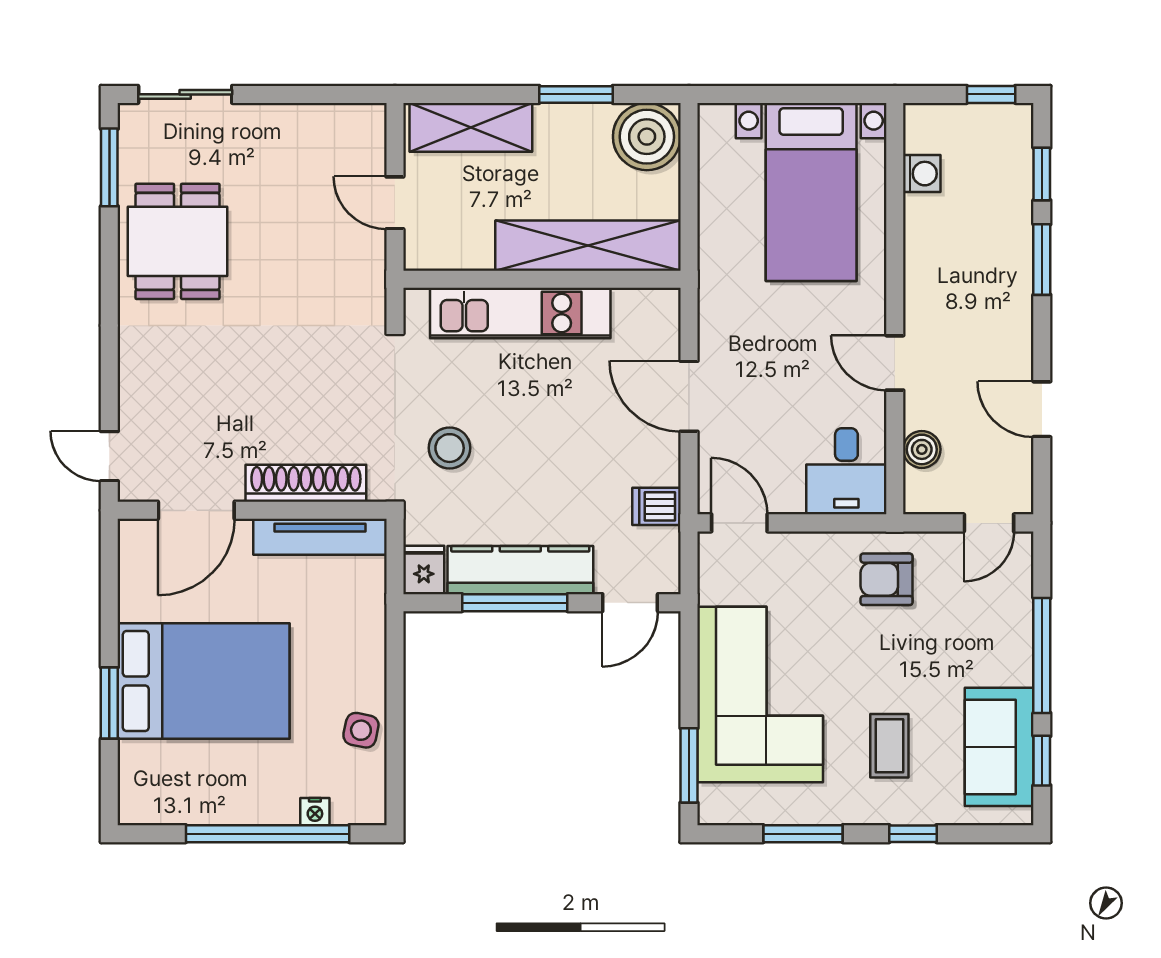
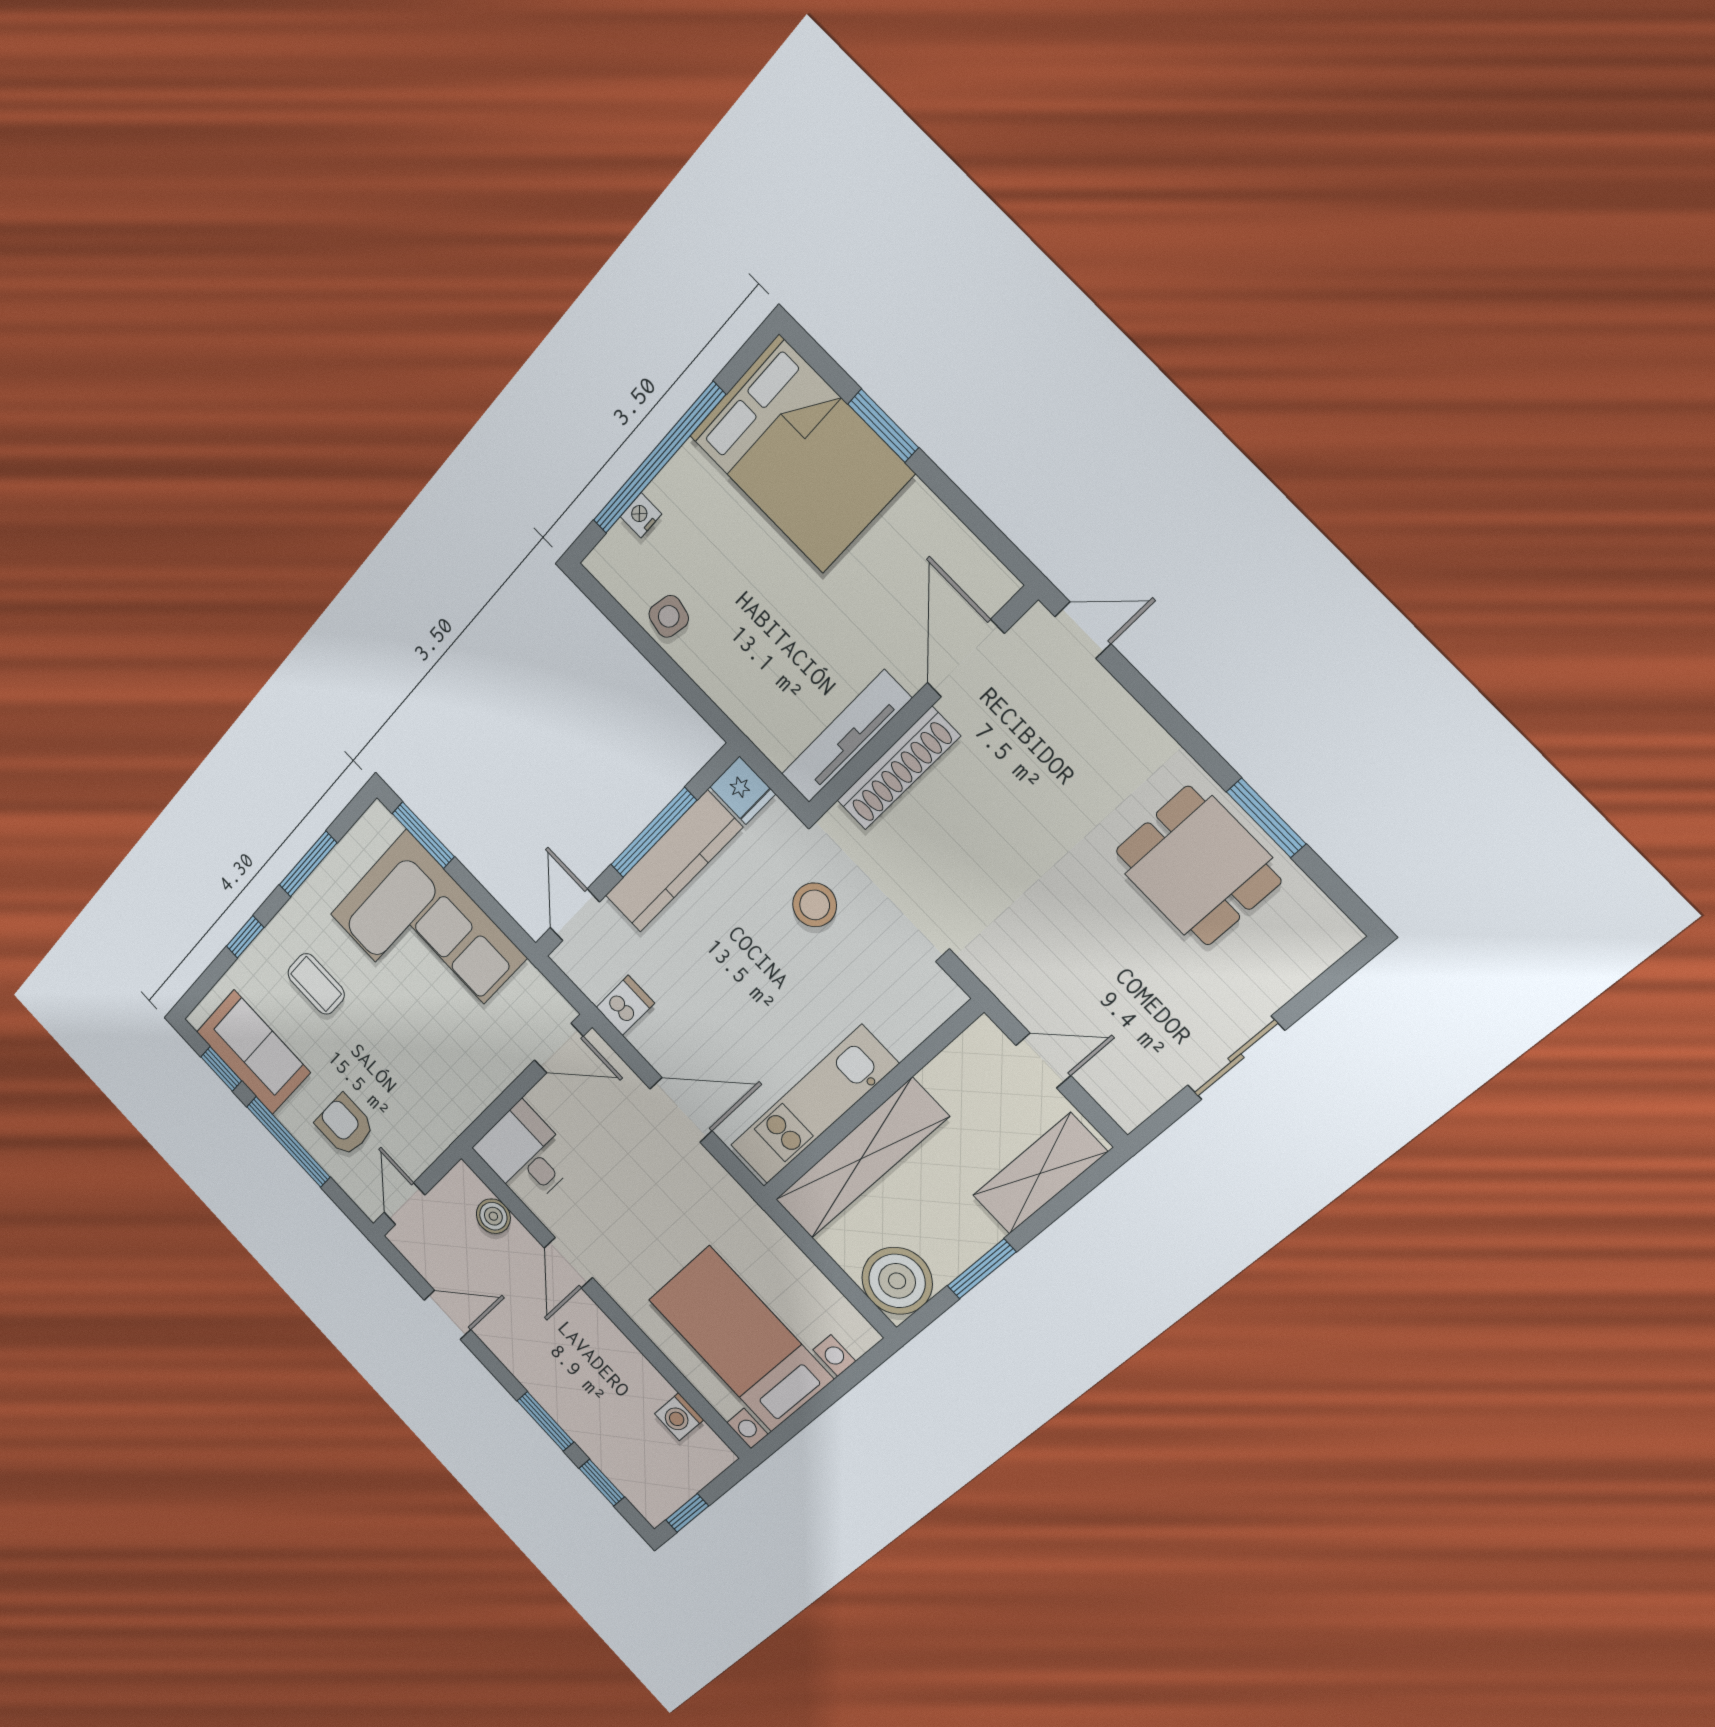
sliding door: (185, 94) -> (1236, 1058), moved
window: (109, 167) -> (1266, 818), moved
kitchen unit: (520, 313) -> (814, 1105), moved
door: (895, 363) -> (568, 1263), swing flipped
armchair: (887, 579) -> (345, 1125), moved, turned -90
bed: (204, 681) -> (801, 454), moved, turned -90

